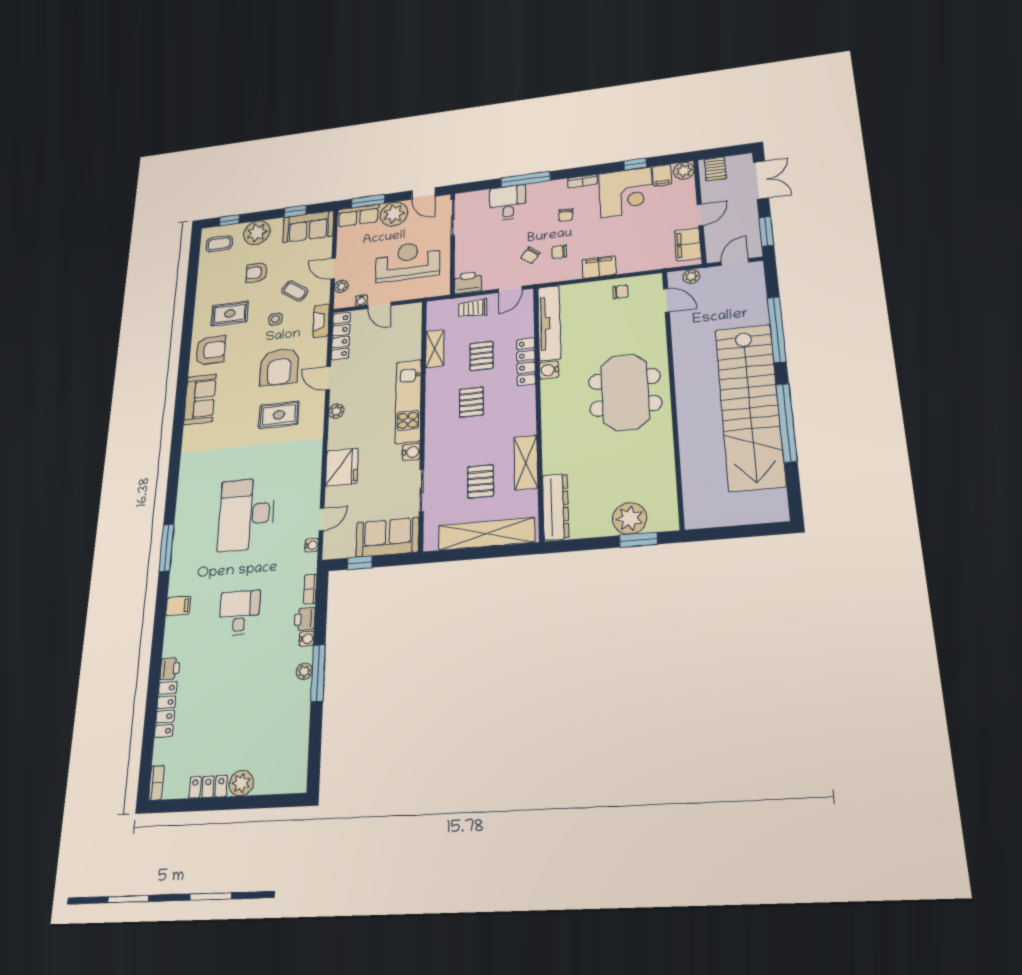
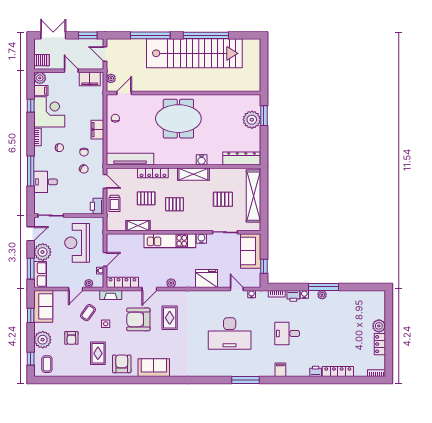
armchair: (279, 367) -> (138, 319), turned 180
water cooler: (549, 370) -> (202, 160), moved
shelving: (526, 463) -> (193, 174), moved

